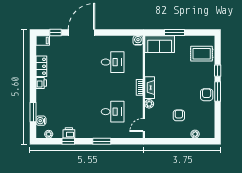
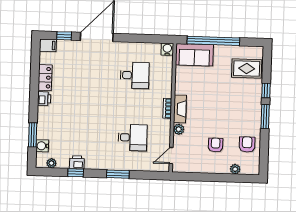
window: (174, 33) -> (213, 41), width x2.11
armchair: (207, 95) -> (247, 144), moved

